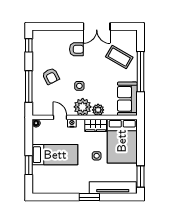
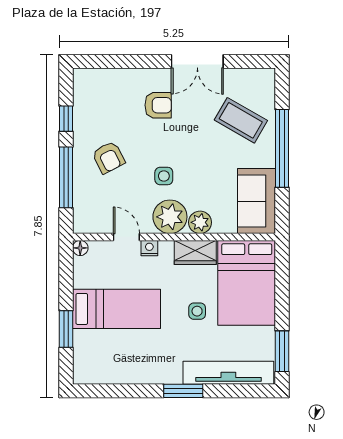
window: (29, 45) -> (66, 119), moved

